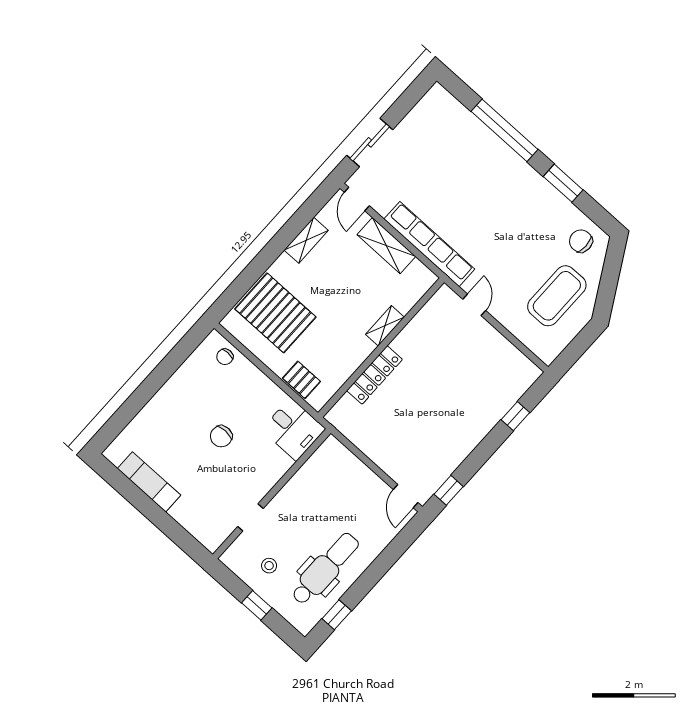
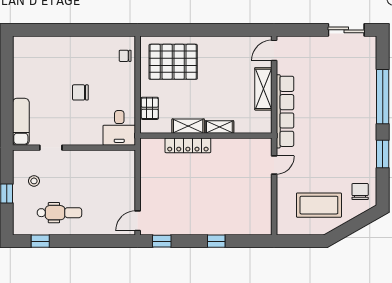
sliding door: (370, 142) -> (346, 30), moved
shelving: (306, 240) -> (188, 126), moved
pallet: (275, 313) -> (173, 62), turned 90
window: (515, 416) -> (216, 241), moved
exam couch: (149, 482) -> (21, 122), moved
dental chair: (325, 569) -> (59, 213), width x0.73, depth x0.72

